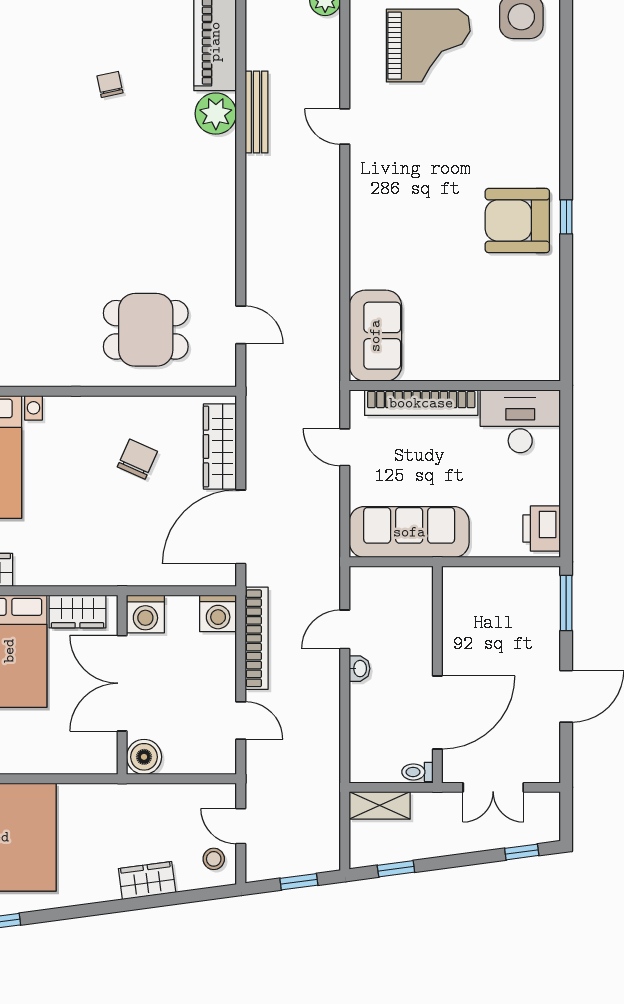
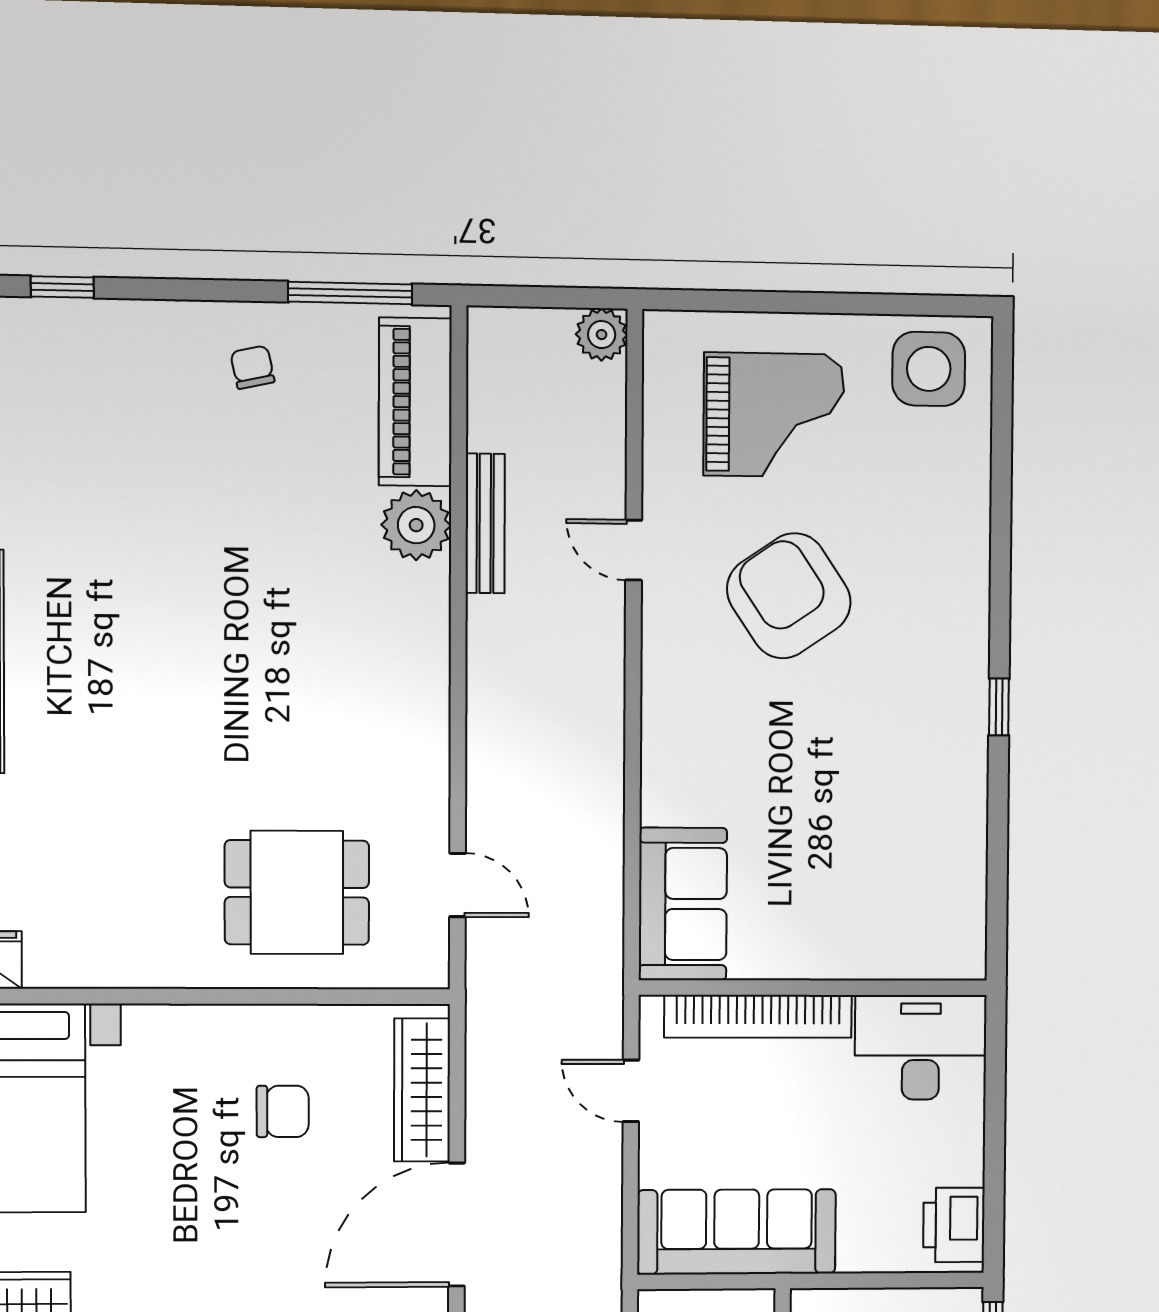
chair: (110, 84) -> (252, 367), moved
armchair: (517, 221) -> (789, 596), moved, turned 56
chair: (137, 459) -> (283, 1111), turned 66

